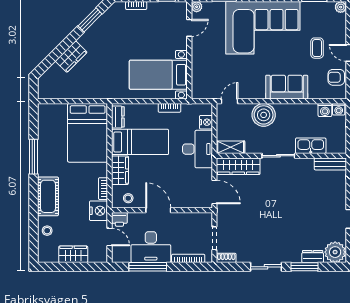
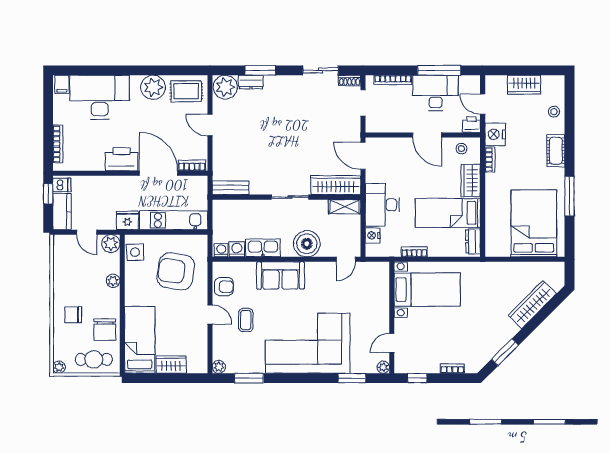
wardrobe: (71, 57) -> (532, 304), width x1.50
bed: (88, 133) -> (534, 223), moved
kitchen sink: (311, 146) -> (263, 248), moved, turned 180
cot: (48, 196) -> (556, 151), width x0.73, depth x0.75
sliding door: (266, 267) -> (321, 70), moved

